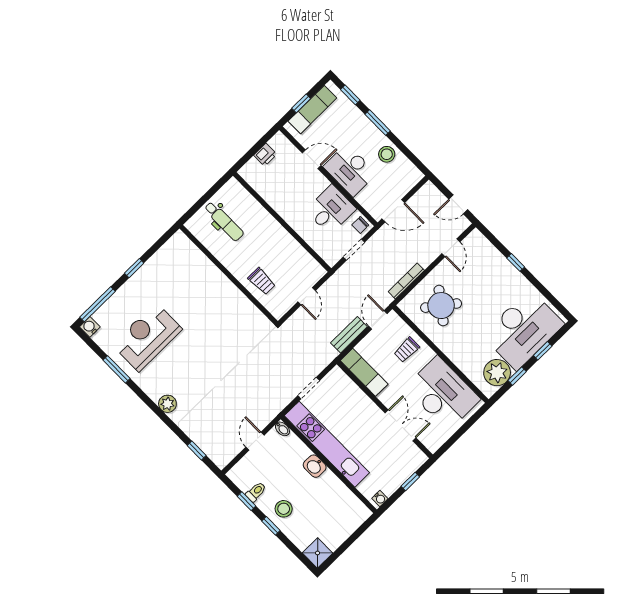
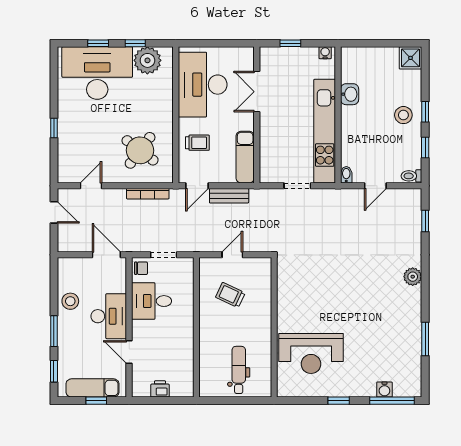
trolley: (262, 281) -> (230, 295), moved, turned -65
water cooler: (90, 327) -> (384, 390), moved
reception desk: (147, 337) -> (311, 353), moved
washbasin: (315, 466) -> (350, 94), moved
toilet: (256, 492) -> (411, 176), moved

